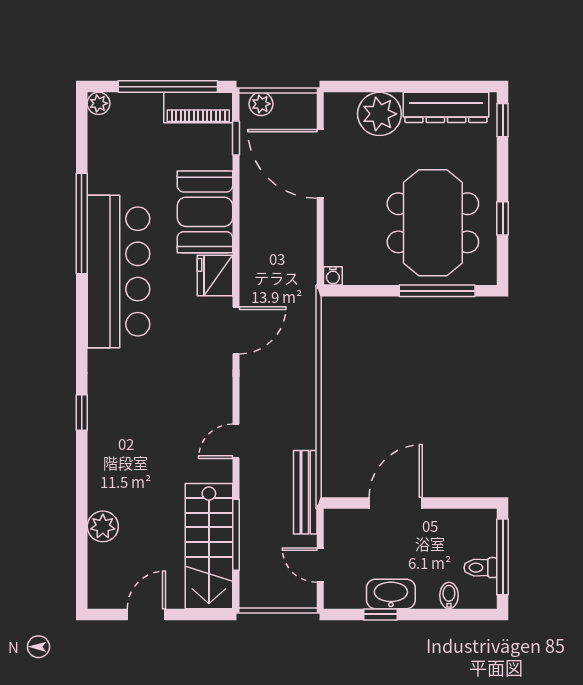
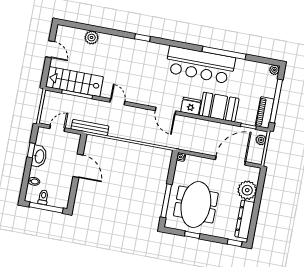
meeting table: (433, 223) -> (196, 204), turned 90

